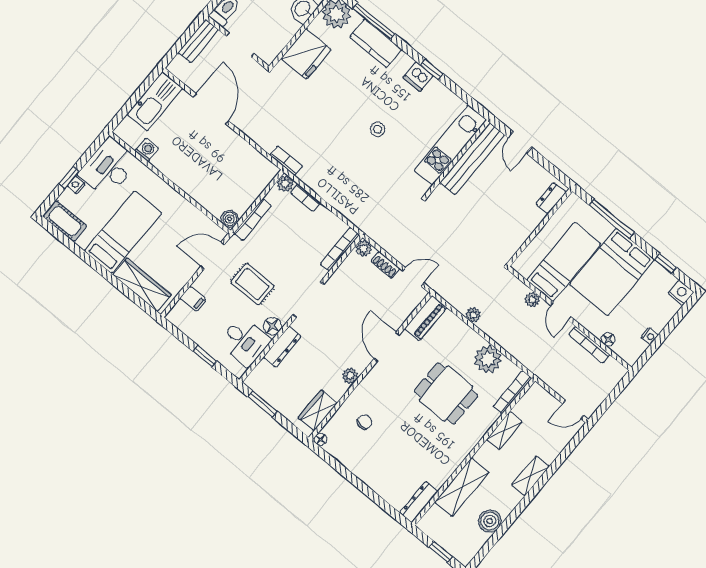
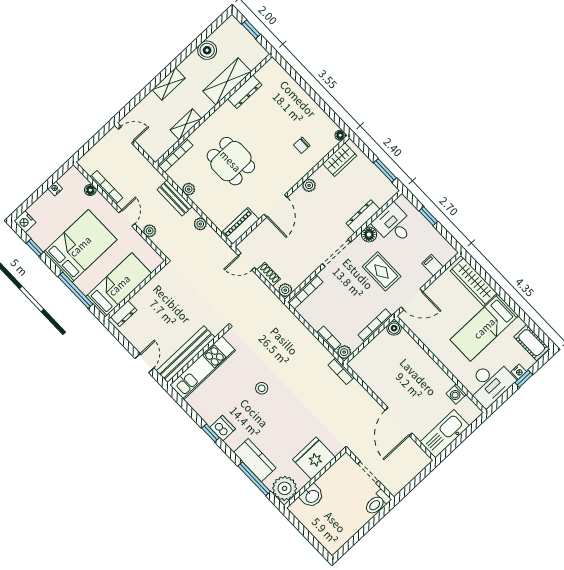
bench: (198, 41) -> (175, 198), moved, turned 90
bed: (564, 262) -> (119, 285), moved, turned 180
plant: (488, 359) -> (189, 189), width x0.53, depth x0.53
dresser: (419, 502) -> (245, 92), moved

